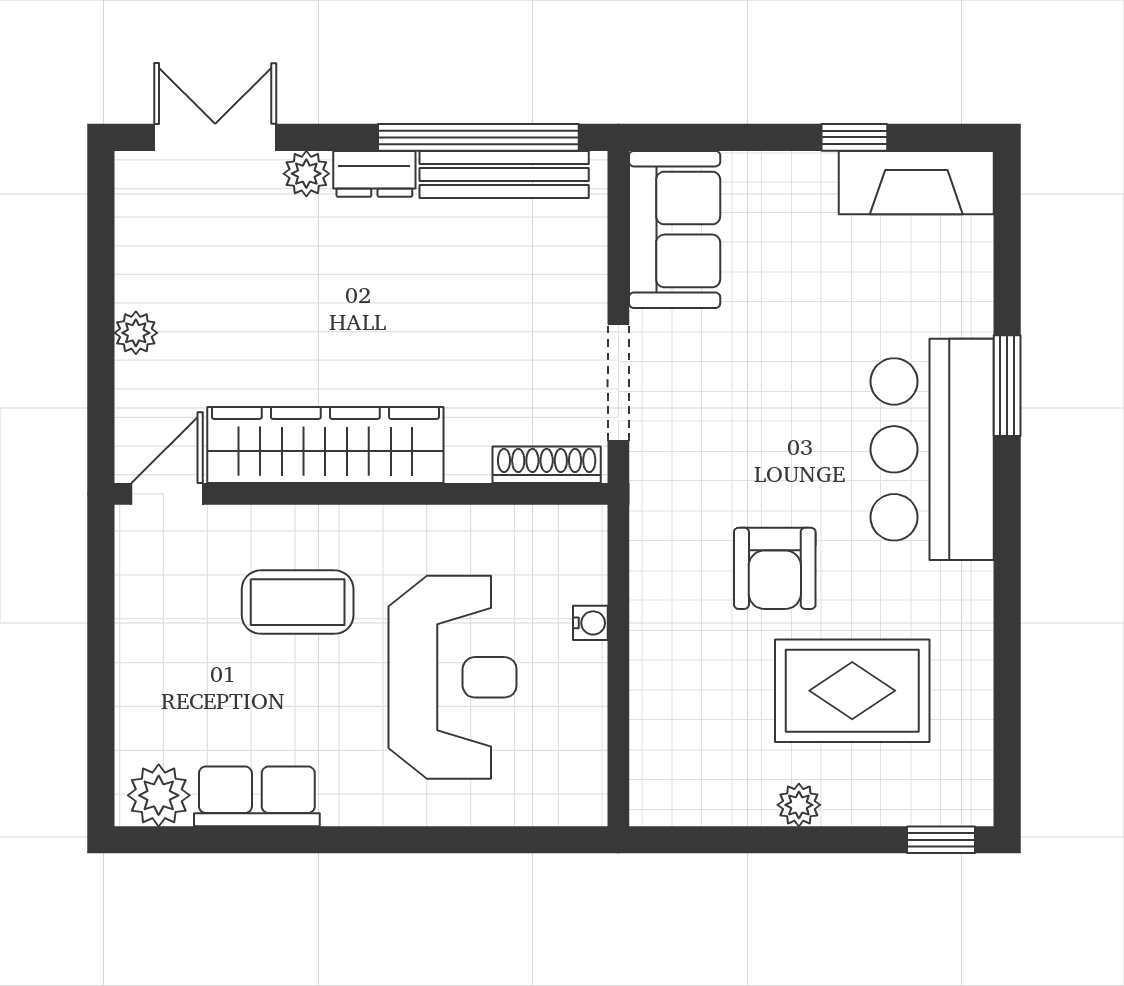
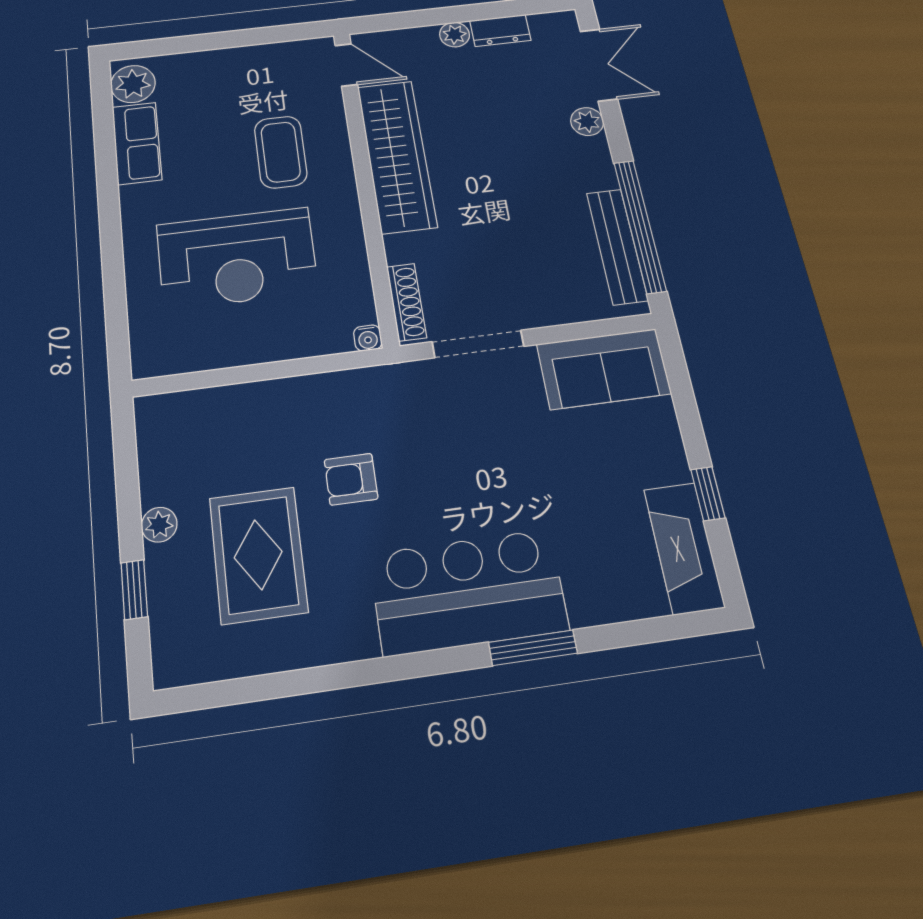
dresser: (374, 174) -> (500, 30), moved, turned -90
armchair: (775, 568) -> (351, 479), width x0.72, depth x0.72
water cooler: (590, 623) -> (368, 338), moved
window: (941, 840) -> (134, 590), moved

